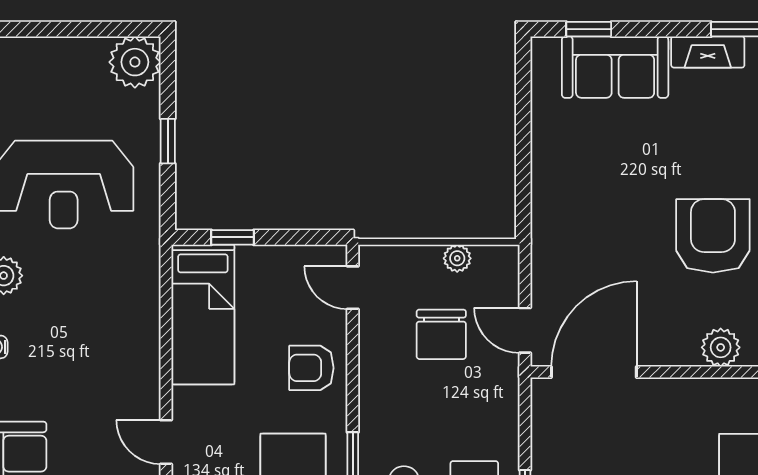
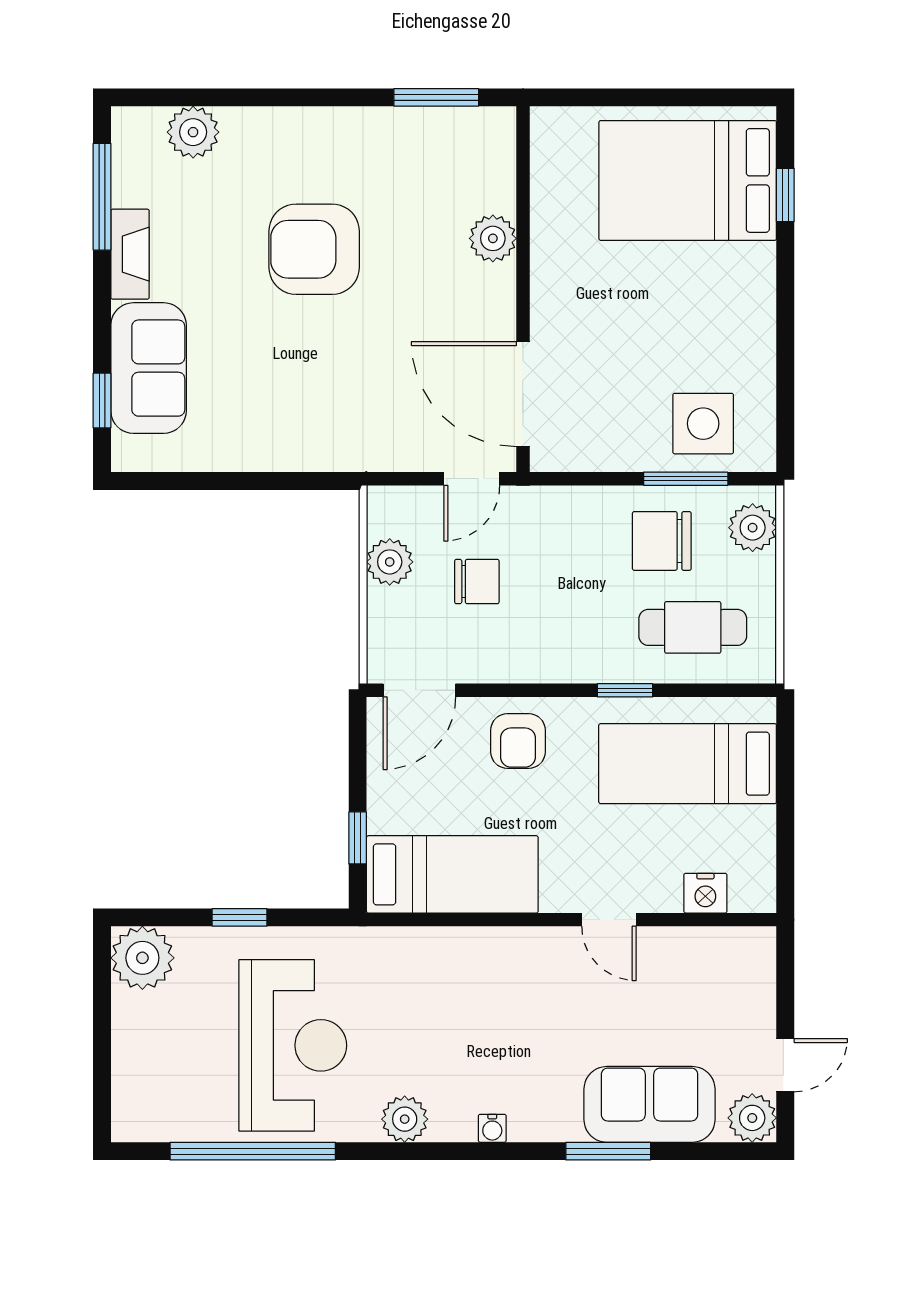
armchair: (713, 236) -> (314, 249), moved
plant: (457, 258) -> (390, 562), width x1.38, depth x1.38
door: (353, 288) -> (419, 690), width x1.38
chair: (441, 334) -> (477, 582), width x0.73, depth x0.73
door: (166, 442) -> (609, 920), hinge flipped

